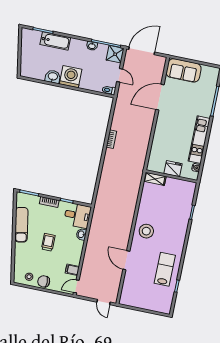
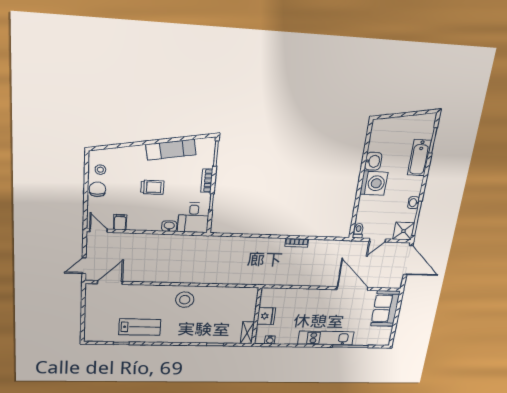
kitchen unit: (199, 140) -> (326, 338), moved
shelving: (155, 179) -> (247, 333), moved
door: (126, 260) -> (110, 282), moved

